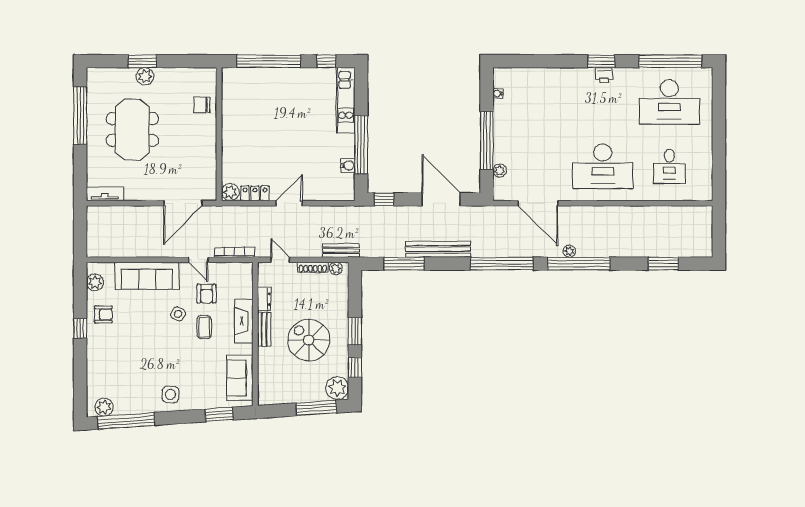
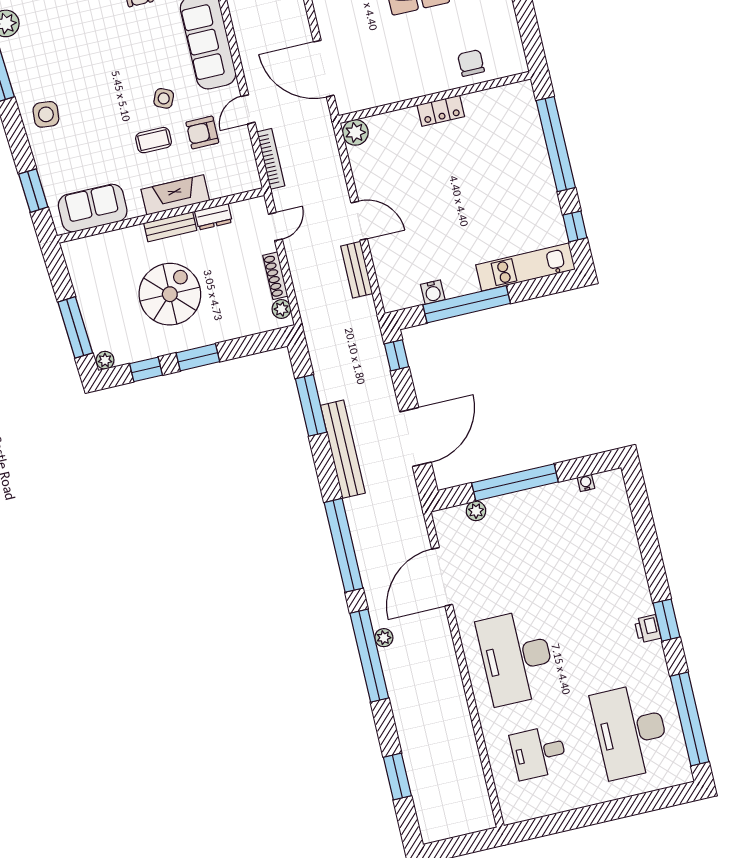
locker: (255, 193) -> (441, 111), moved, turned 90
bench: (341, 250) -> (357, 270), moved
plant: (337, 388) -> (105, 360), width x0.53, depth x0.53

